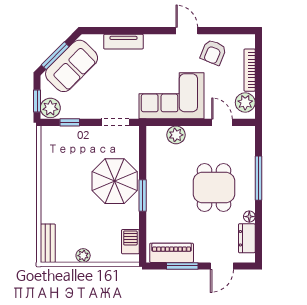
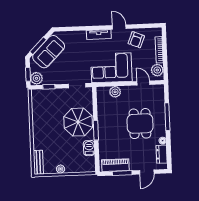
tv unit: (123, 42) -> (99, 35), moved
barbecue: (130, 242) -> (89, 148), moved

